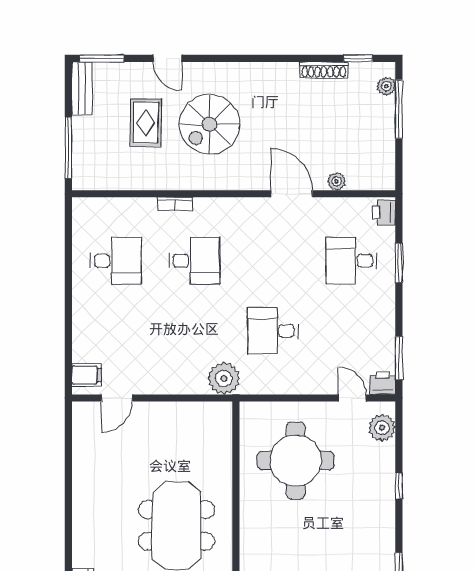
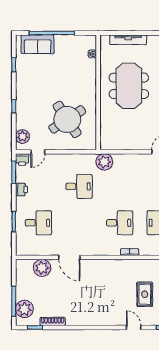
plant: (386, 86) -> (24, 309), width x1.88, depth x1.88
spiral stairs: (209, 124) -> (112, 293), removed
plant: (336, 181) -> (42, 268), width x1.88, depth x1.88
printer: (384, 213) -> (21, 189), moved
desk: (194, 261) -> (120, 223), turned 180
door: (352, 398) -> (38, 152), hinge flipped
round table: (296, 460) -> (67, 119), turned -33

